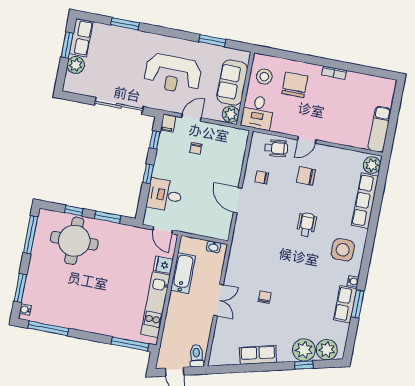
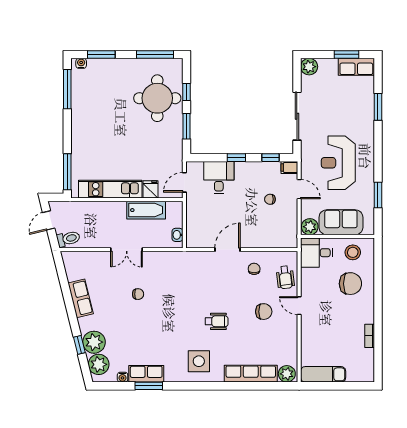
plant: (76, 65) -> (309, 67), moved
bookcase: (334, 73) -> (370, 336), moved
chair: (306, 176) -> (264, 312), turned 90
water cooler: (353, 281) -> (123, 377), moved

